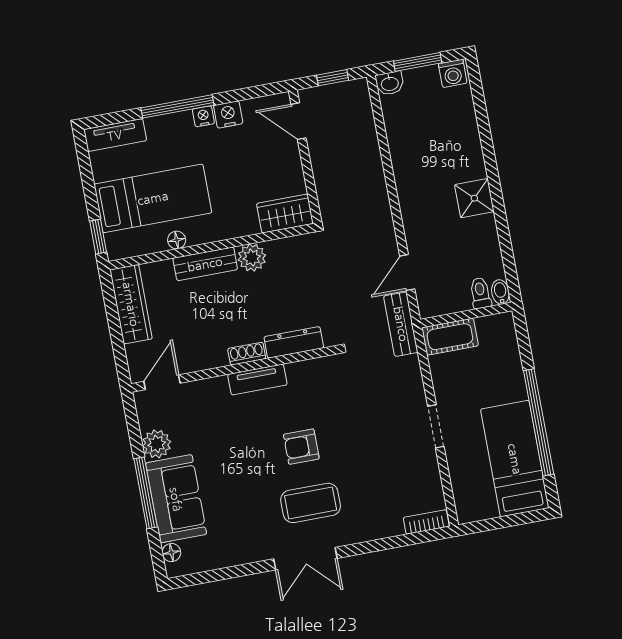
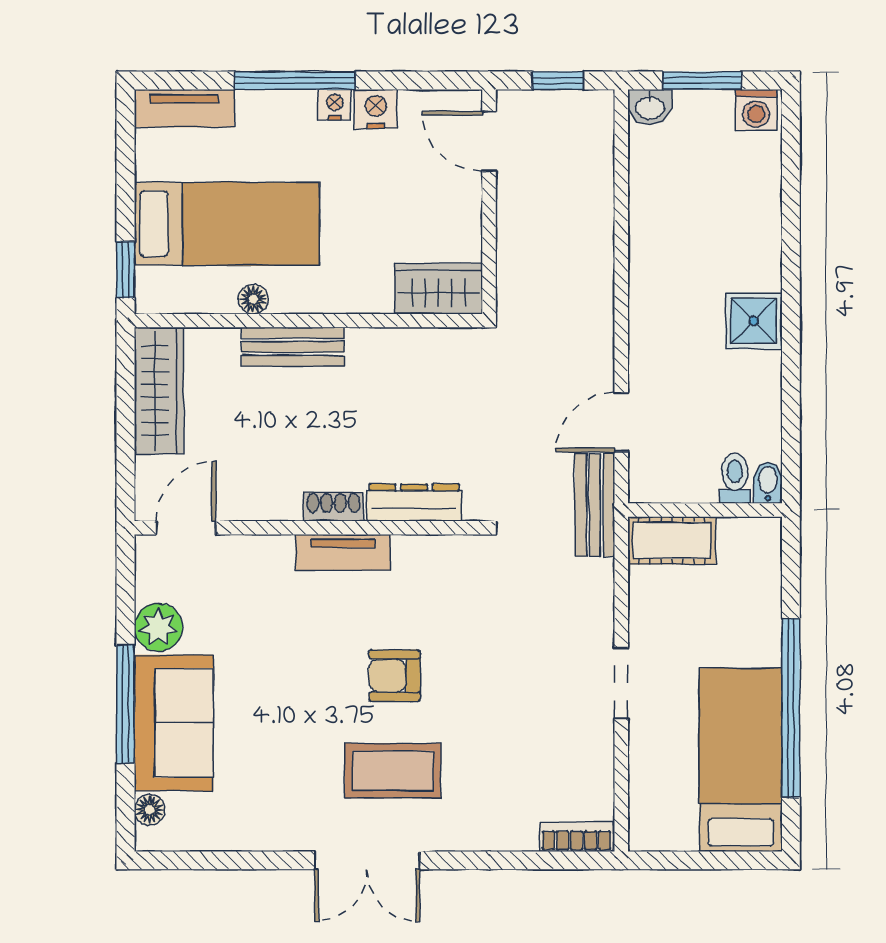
plant: (252, 258) -> (371, 351), removed

